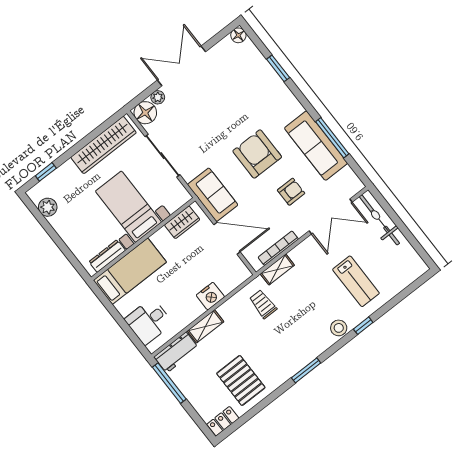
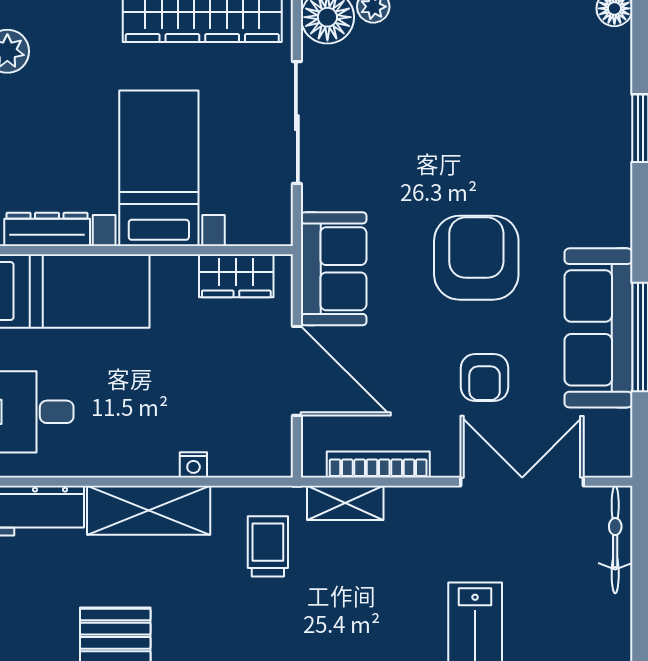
armchair: (291, 192) -> (485, 378), turned 90
double door: (331, 217) -> (522, 482), swing flipped
bicycle: (379, 220) -> (615, 539), width x0.73, depth x0.71
nightstand: (210, 296) -> (193, 465), width x0.53, depth x0.56
shelving: (205, 326) -> (149, 510), width x1.50, depth x1.33

